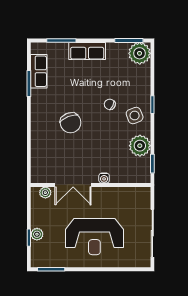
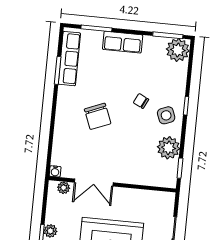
row of seats: (39, 71) -> (69, 59), width x1.48
water cooler: (104, 178) -> (55, 171), moved

